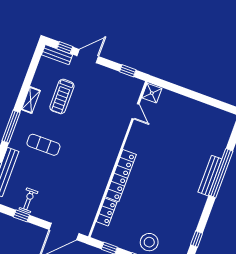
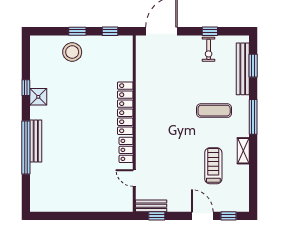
bench: (57, 55) -> (151, 206), moved
door: (88, 56) -> (202, 216), swing flipped
shower: (152, 93) -> (38, 97), moved
locker: (107, 212) -> (126, 150), moved
window: (197, 239) -> (26, 88), moved

